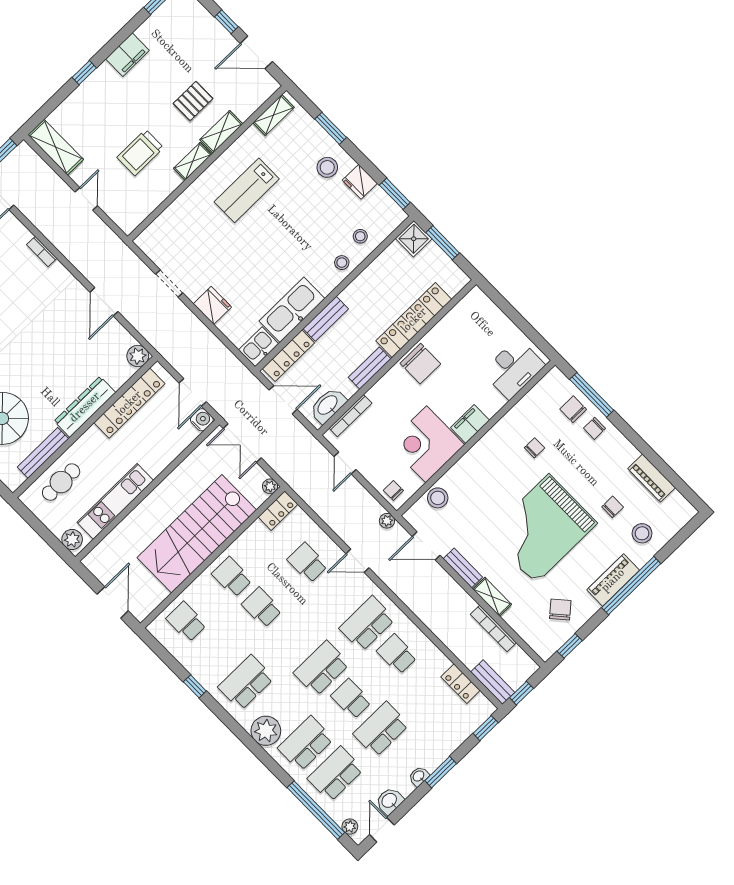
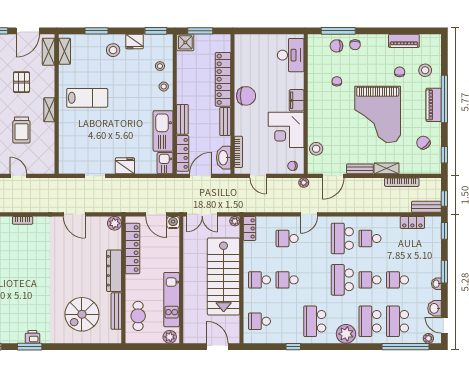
shelving: (221, 132) -> (49, 52), moved
lab bench: (247, 190) -> (87, 98), turned -90
school desk: (381, 729) -> (398, 280), width x0.54

